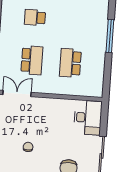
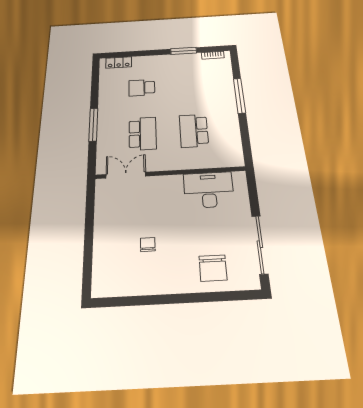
desk: (88, 118) -> (209, 190), moved, turned -90

